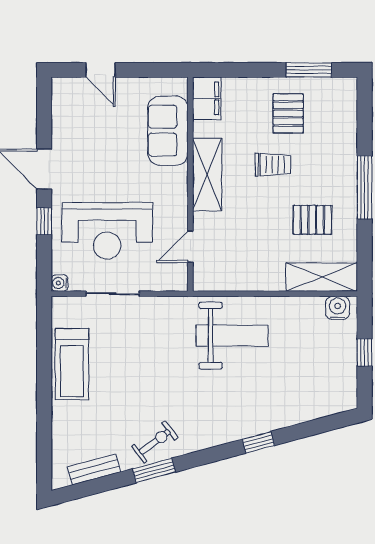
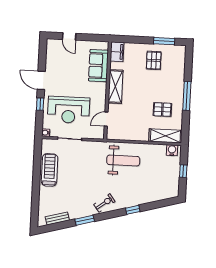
trolley: (273, 165) -> (146, 83), removed
treadmill: (72, 364) -> (50, 170), turned 180
exercise bike: (155, 442) -> (104, 203), moved

